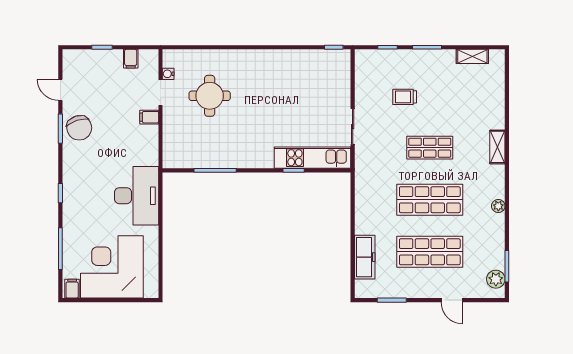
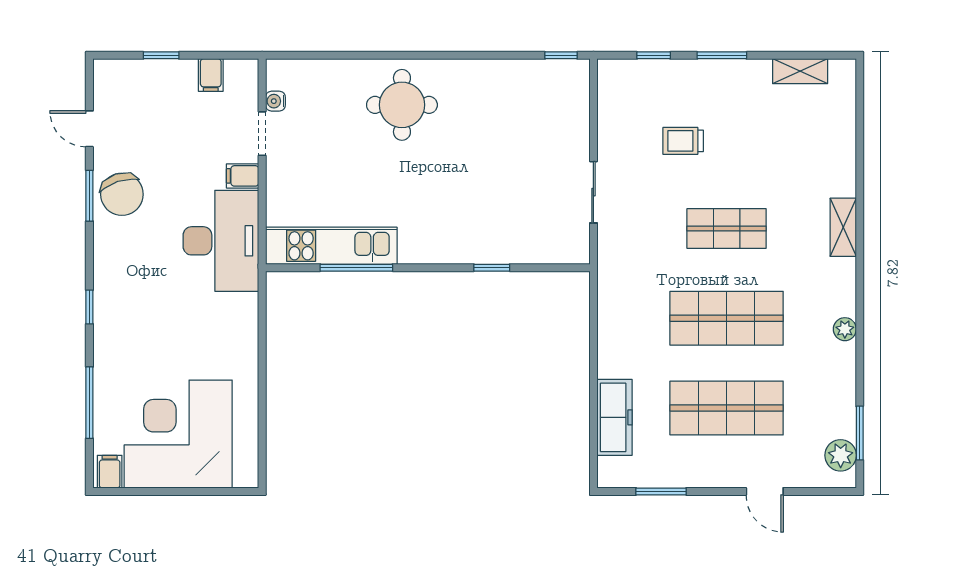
round table: (210, 96) -> (402, 105), moved
kitchen unit: (313, 158) -> (331, 246), moved
desk: (137, 196) -> (221, 241), moved

